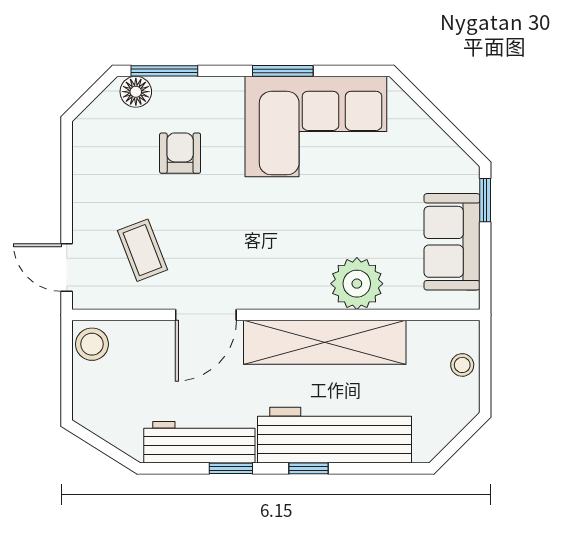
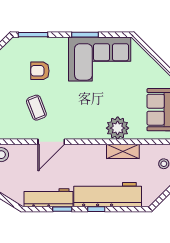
floor lamp: (136, 92) -> (20, 44), removed
armchair: (180, 153) -> (40, 71), turned -90
coffee table: (142, 250) -> (36, 108), moved
shelving: (325, 342) -> (123, 151), width x0.45, depth x0.75

